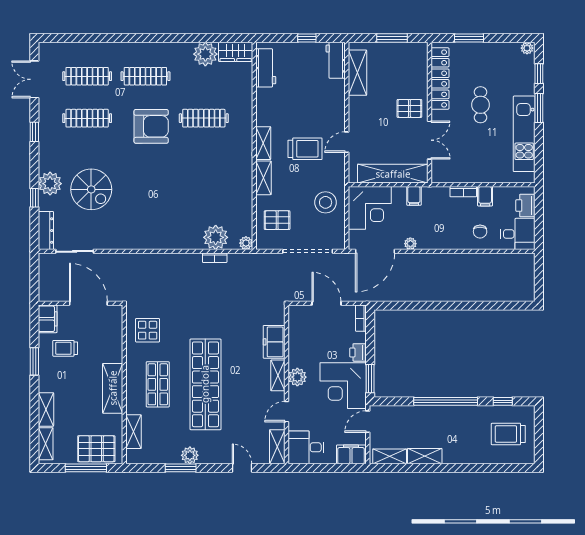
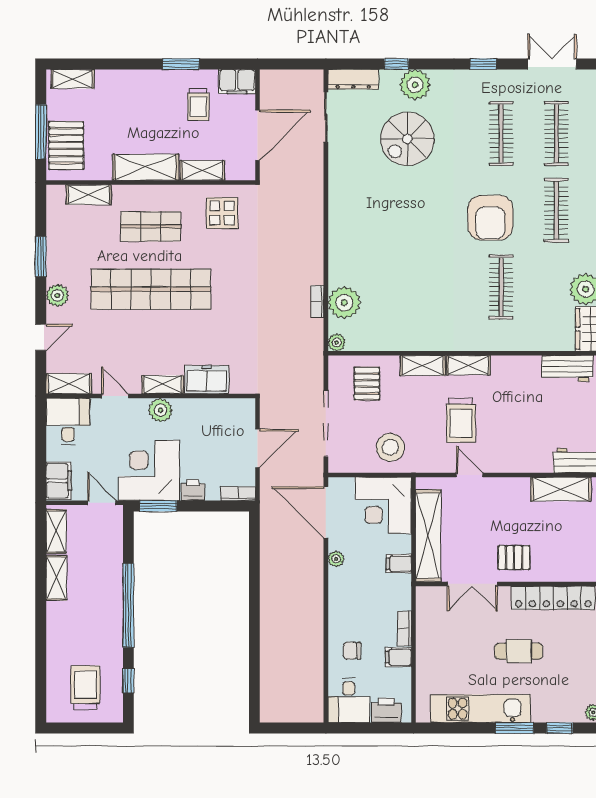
pallet: (409, 108) -> (514, 558), turned 90
trolley: (65, 348) -> (198, 105), turned 180
shelving: (46, 409) -> (202, 170), moved
plant: (190, 455) -> (57, 295), moved

